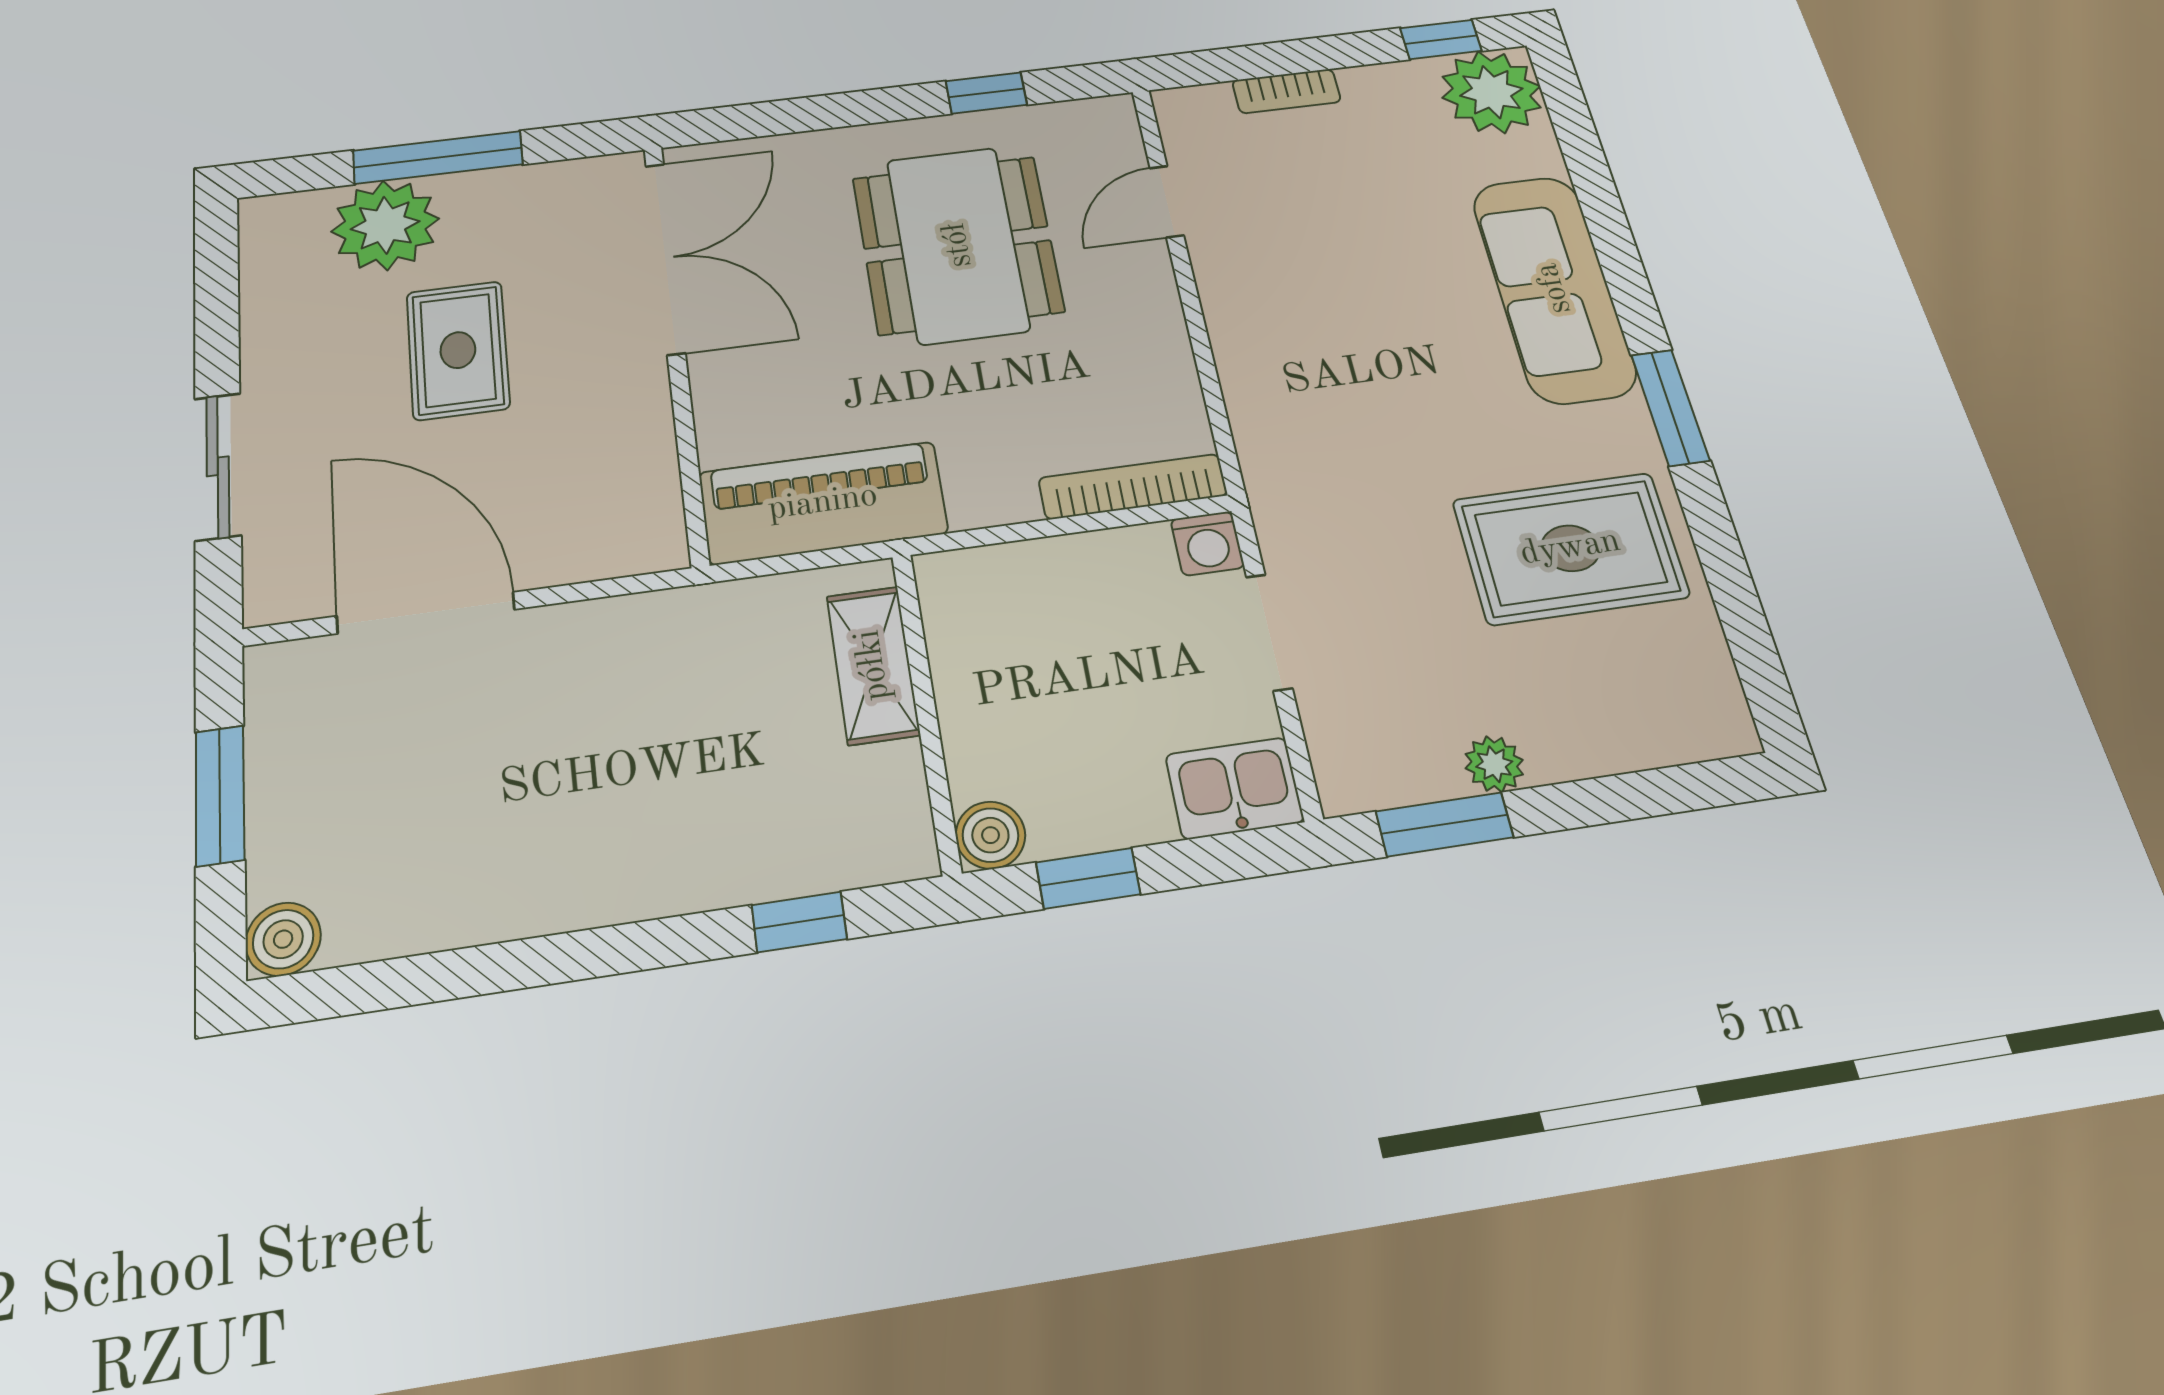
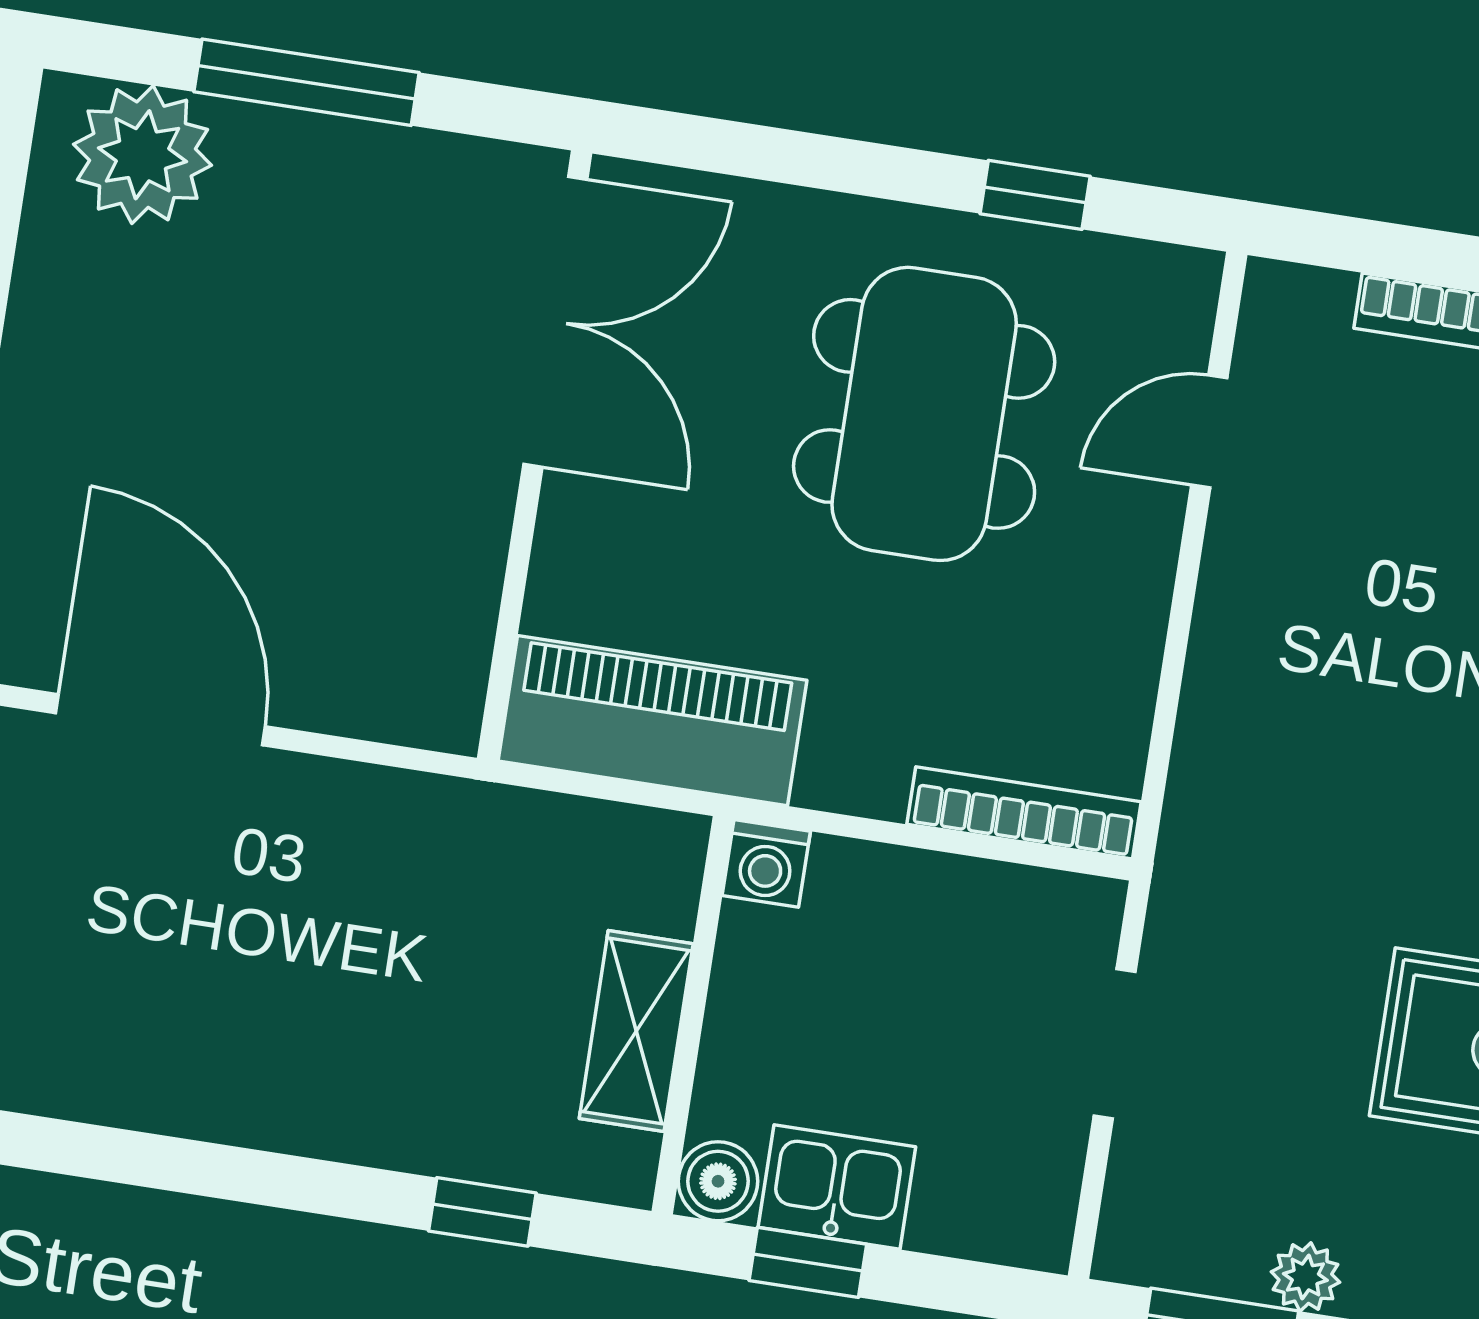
plant: (385, 225) -> (143, 155), moved
rug: (458, 350) -> (271, 378), removed
washing machine: (1207, 544) -> (766, 863), moved
shelving: (873, 665) -> (636, 1031), moved
kitchen sink: (1234, 788) -> (837, 1187), moved

